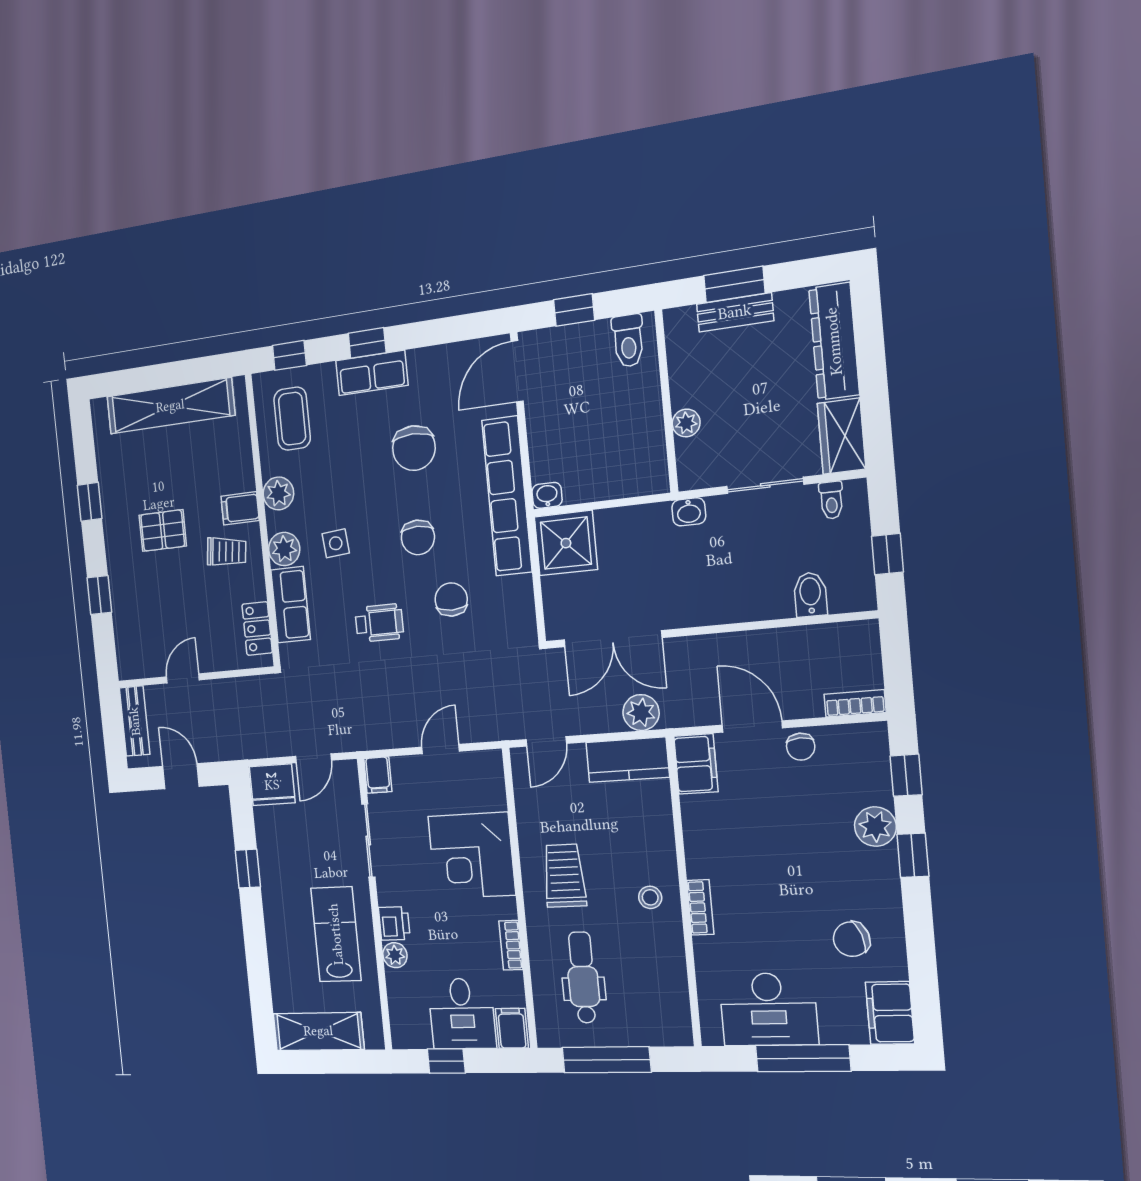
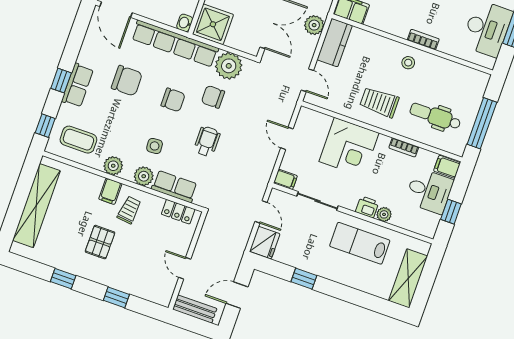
plant: (511, 601) -> (229, 66), added

